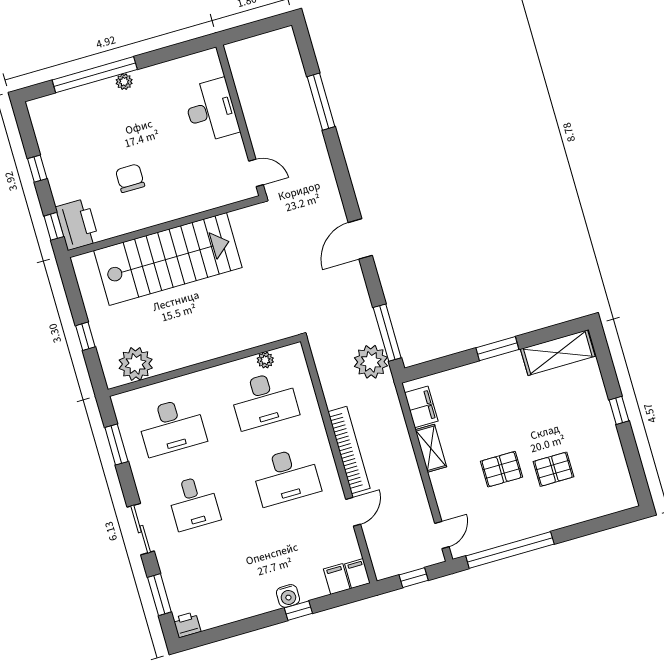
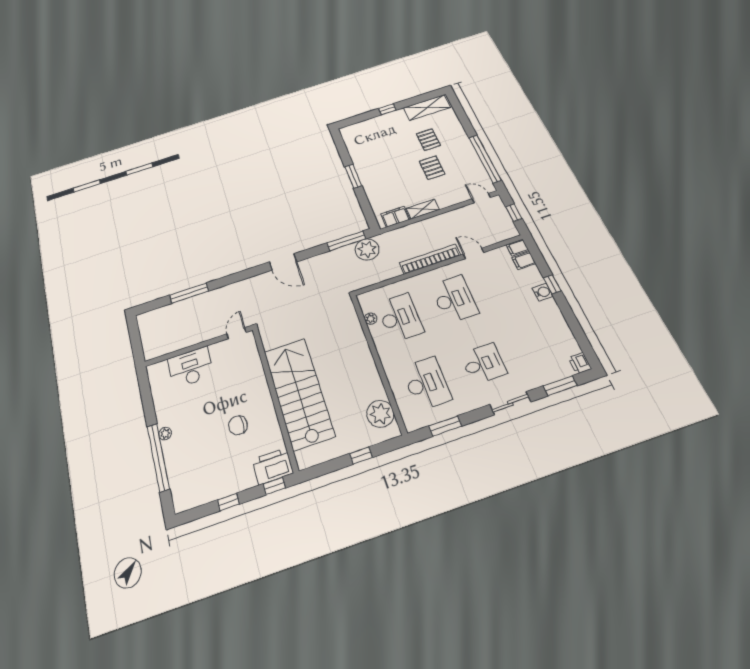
shelving: (558, 353) -> (427, 108), moved, turned 90

